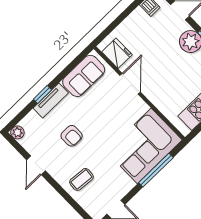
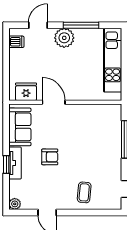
armchair: (72, 136) -> (50, 157), moved
corner sofa: (144, 146) -> (102, 132), removed

